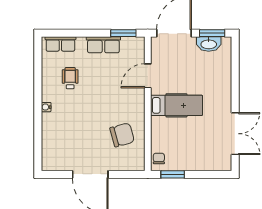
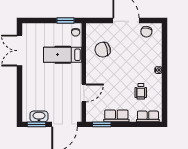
hospital bed: (176, 105) -> (63, 55), moved
chair: (63, 159) -> (146, 32), added

